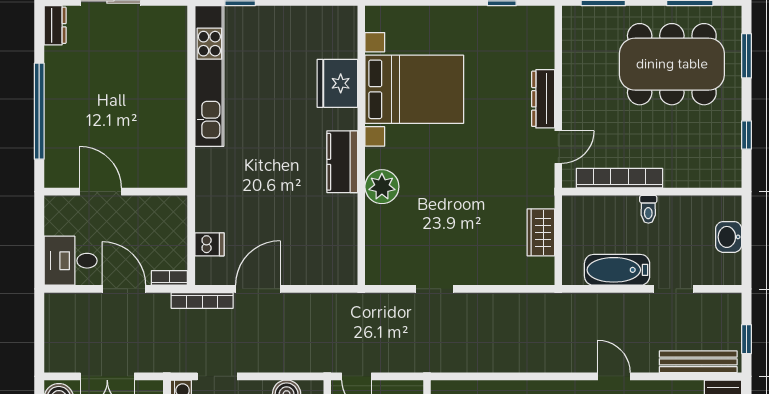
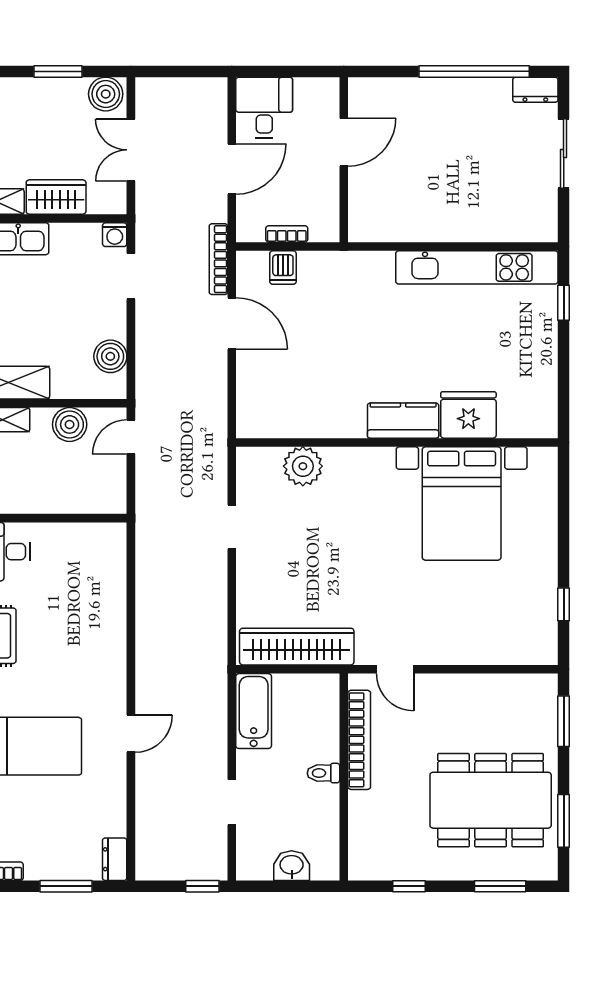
dining table: (672, 64) -> (491, 800), turned 90
dresser: (543, 99) -> (451, 652), removed
window: (39, 111) -> (474, 71), moved
kitchen counter: (342, 162) -> (403, 421), moved
plant: (382, 187) -> (303, 466), moved
wardrobe: (541, 232) -> (297, 647), width x2.10, depth x1.17
bathtub: (617, 270) -> (254, 711), moved
bookcase: (169, 278) -> (287, 234), moved, turned -90
window: (747, 339) -> (202, 886), moved
bench: (698, 362) -> (148, 831), removed

